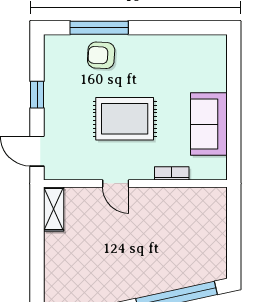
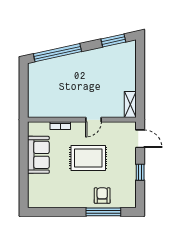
armchair: (101, 55) -> (102, 196), turned -93
door: (116, 184) -> (94, 120), swing flipped

